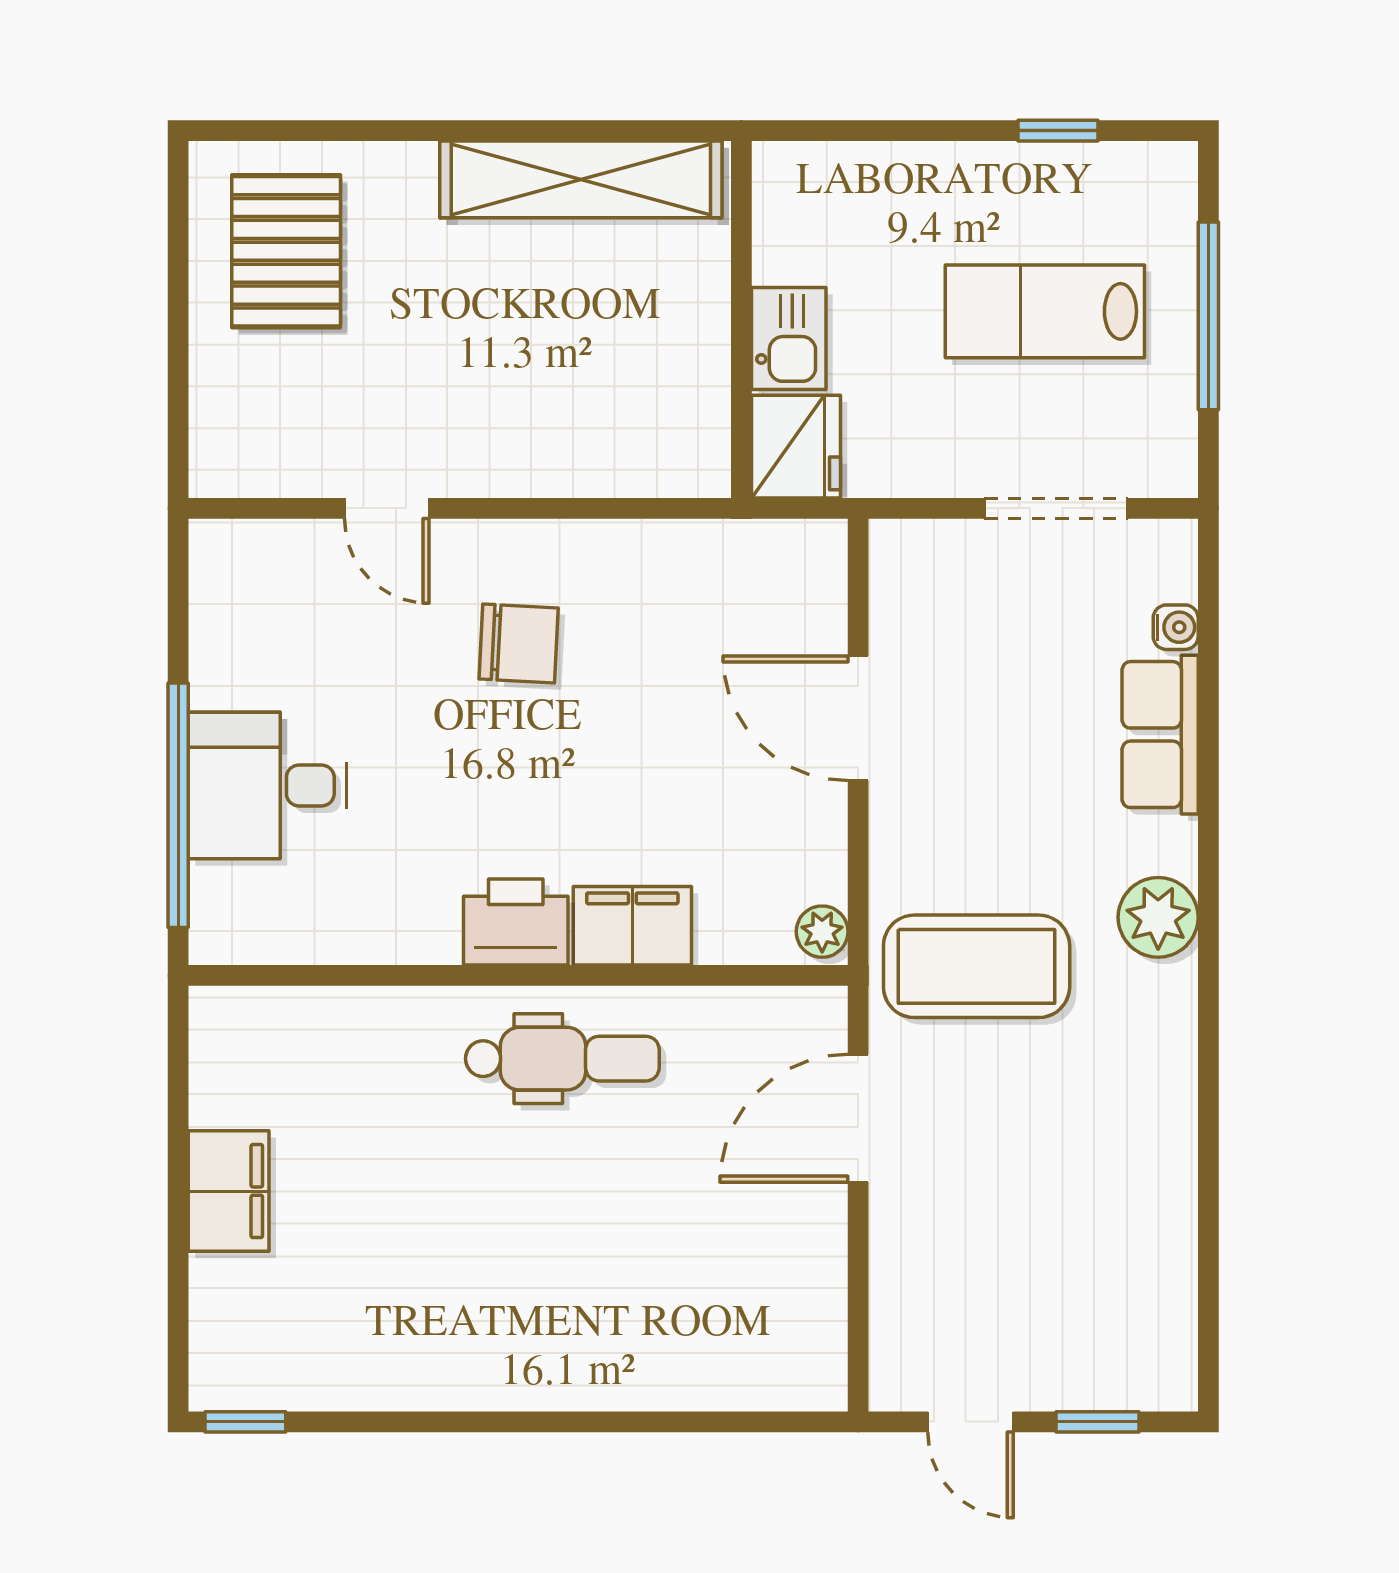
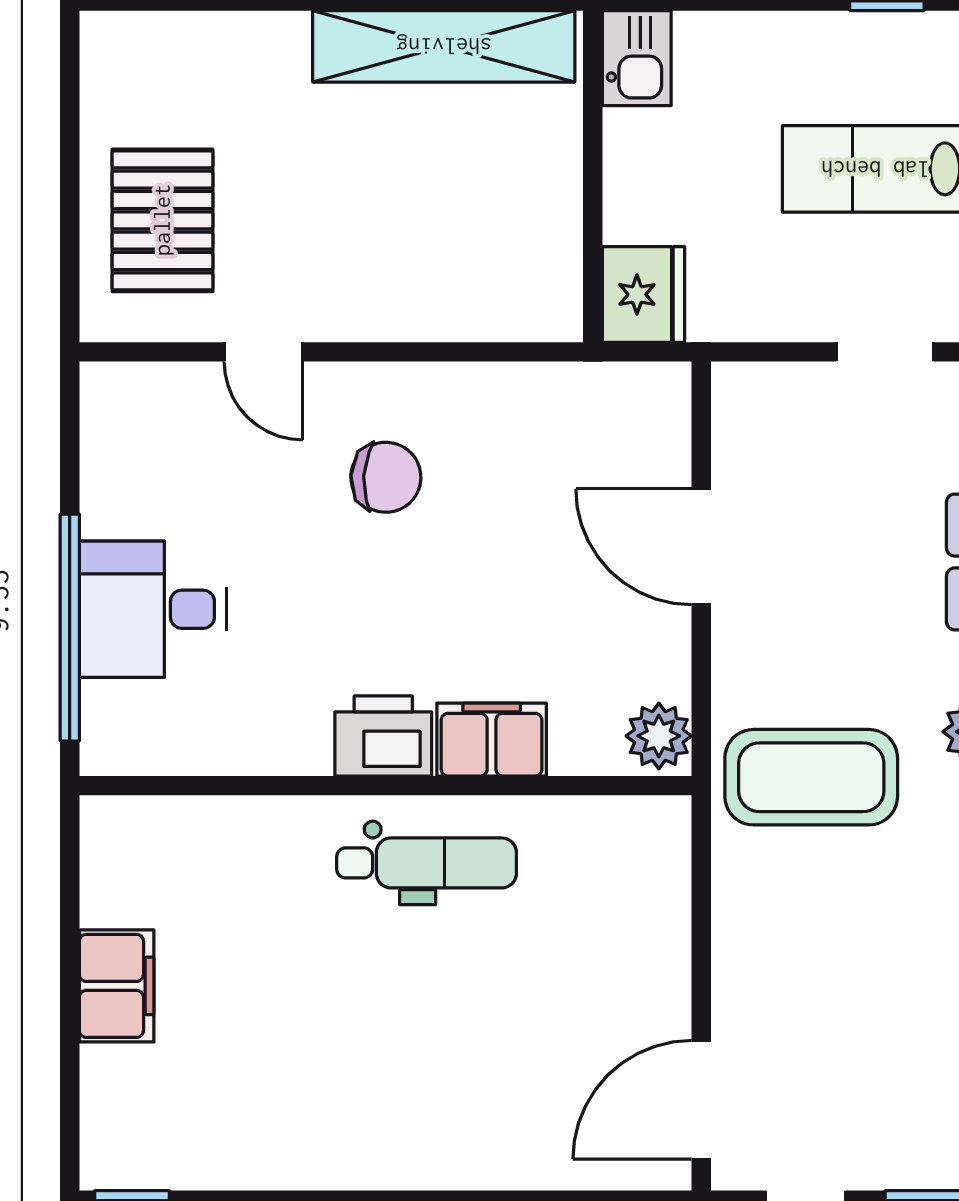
pallet: (286, 251) -> (162, 220), moved
kitchen sink: (789, 339) -> (637, 58), moved
doorway: (1056, 508) -> (885, 352), width x0.73
plant: (822, 932) -> (659, 736), width x1.38, depth x1.38
door: (858, 1118) -> (701, 1100), moved

